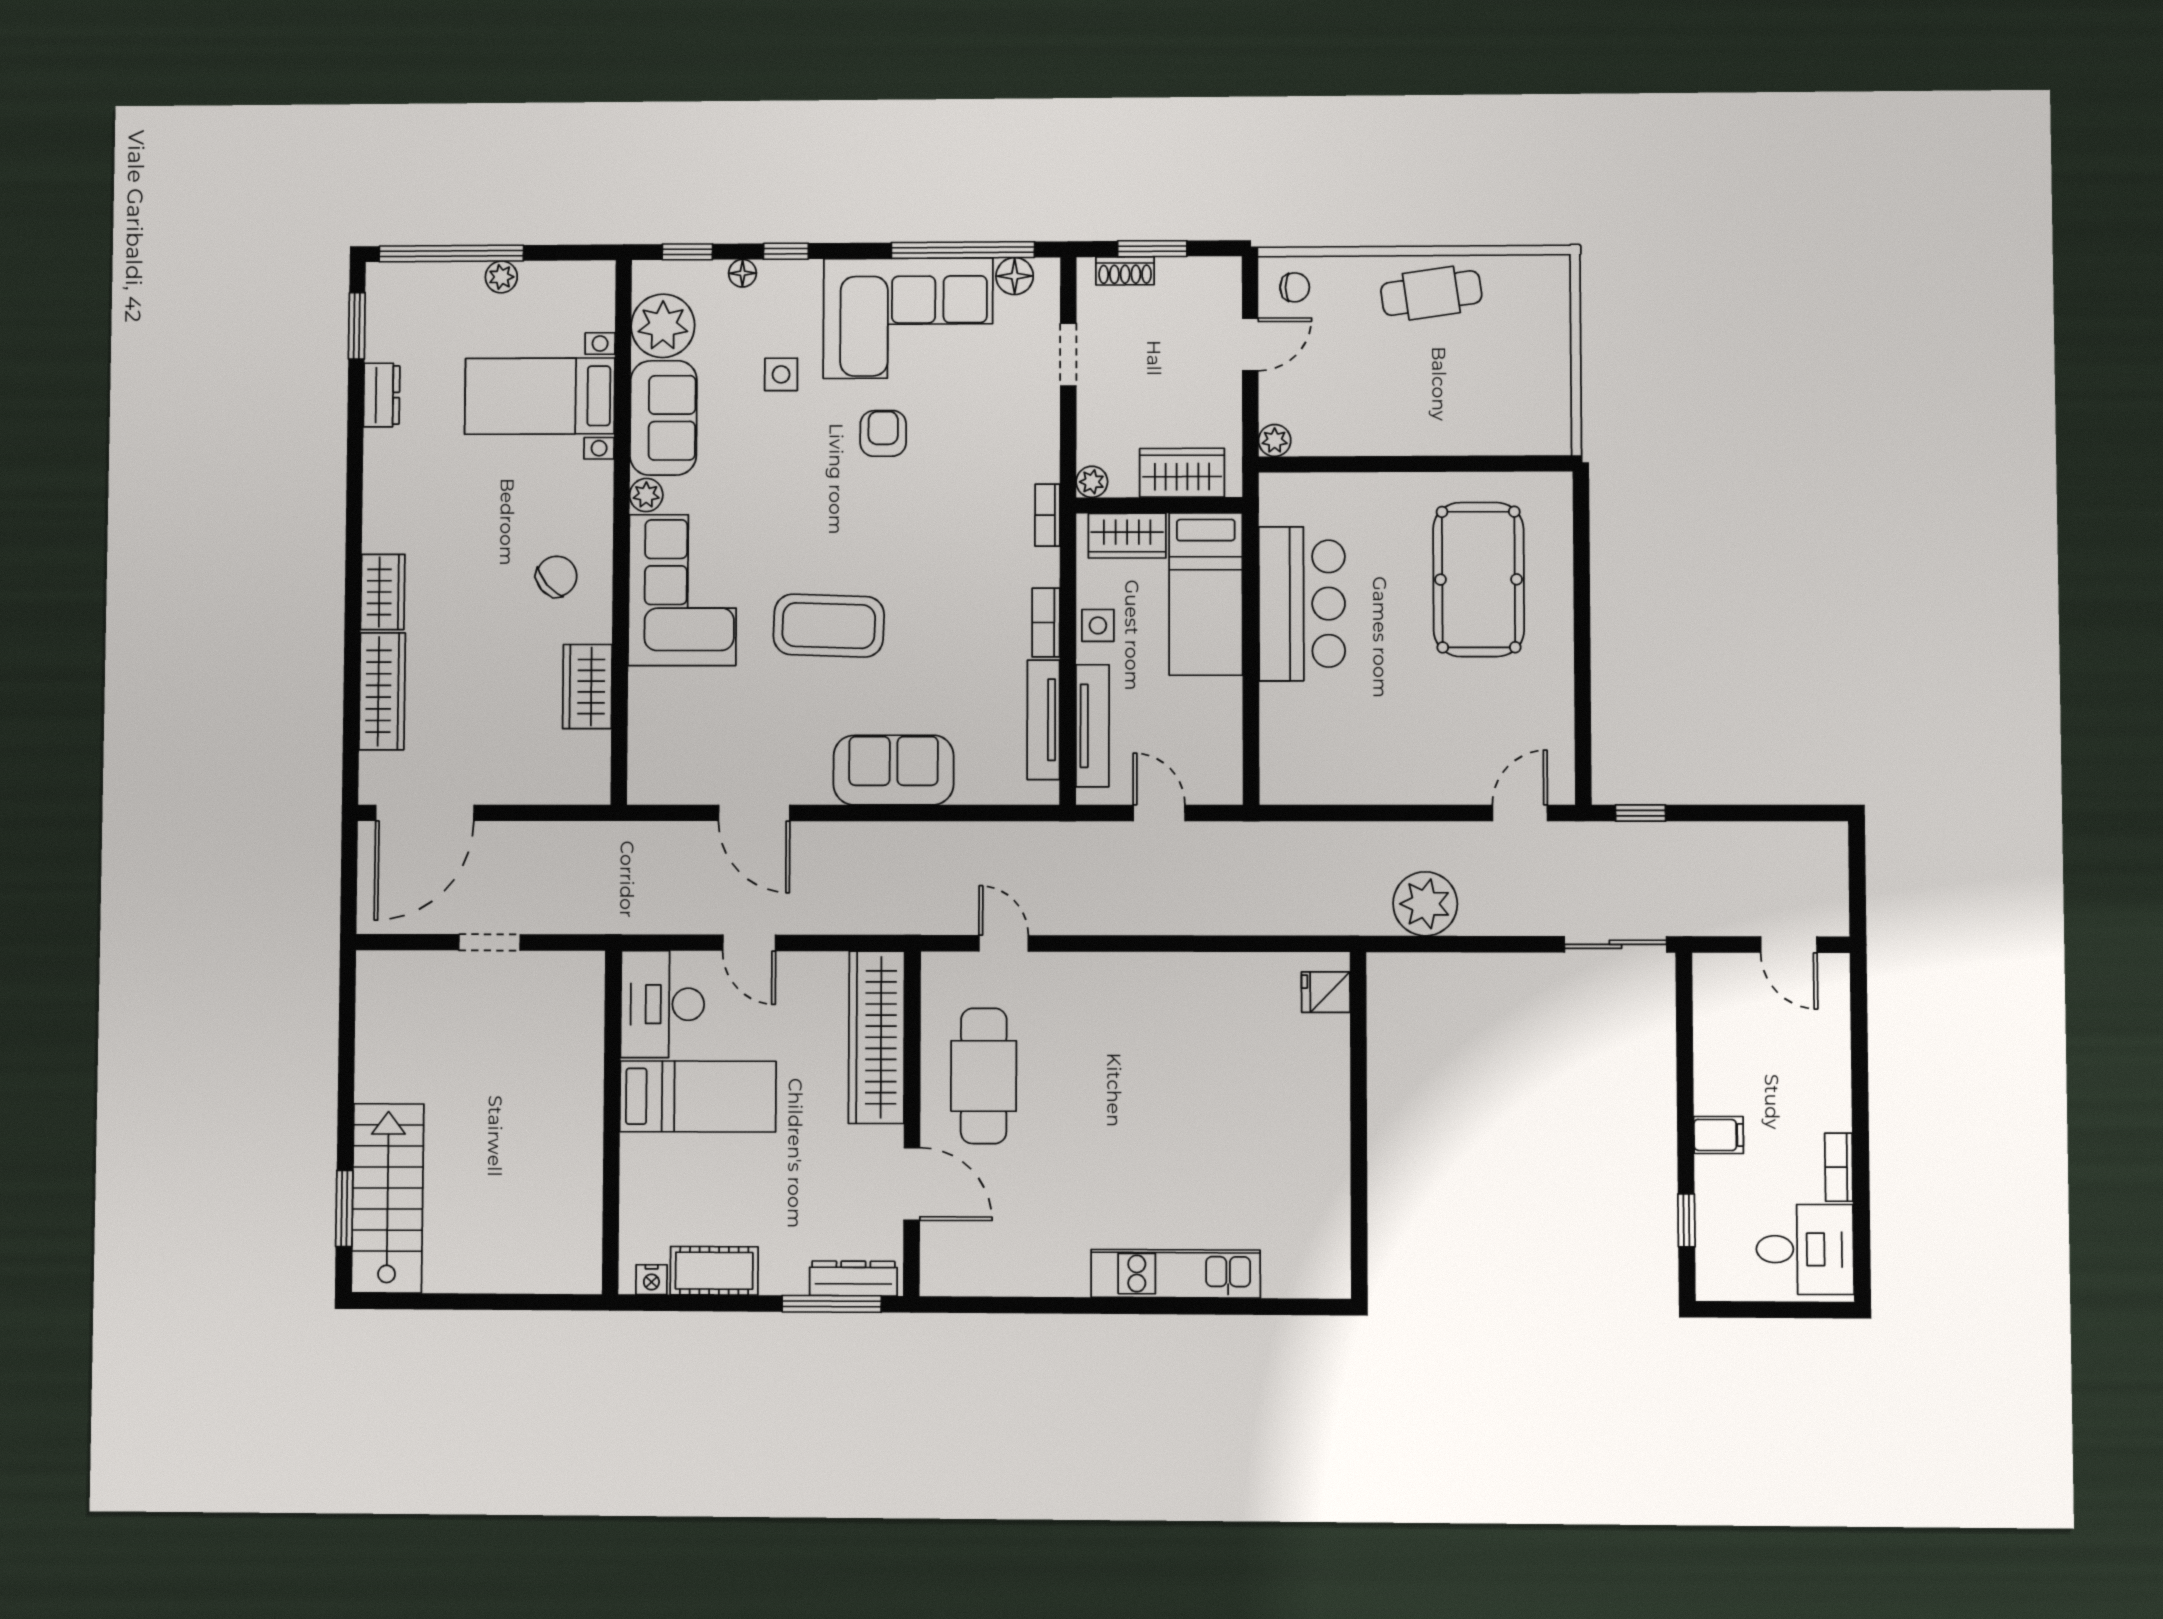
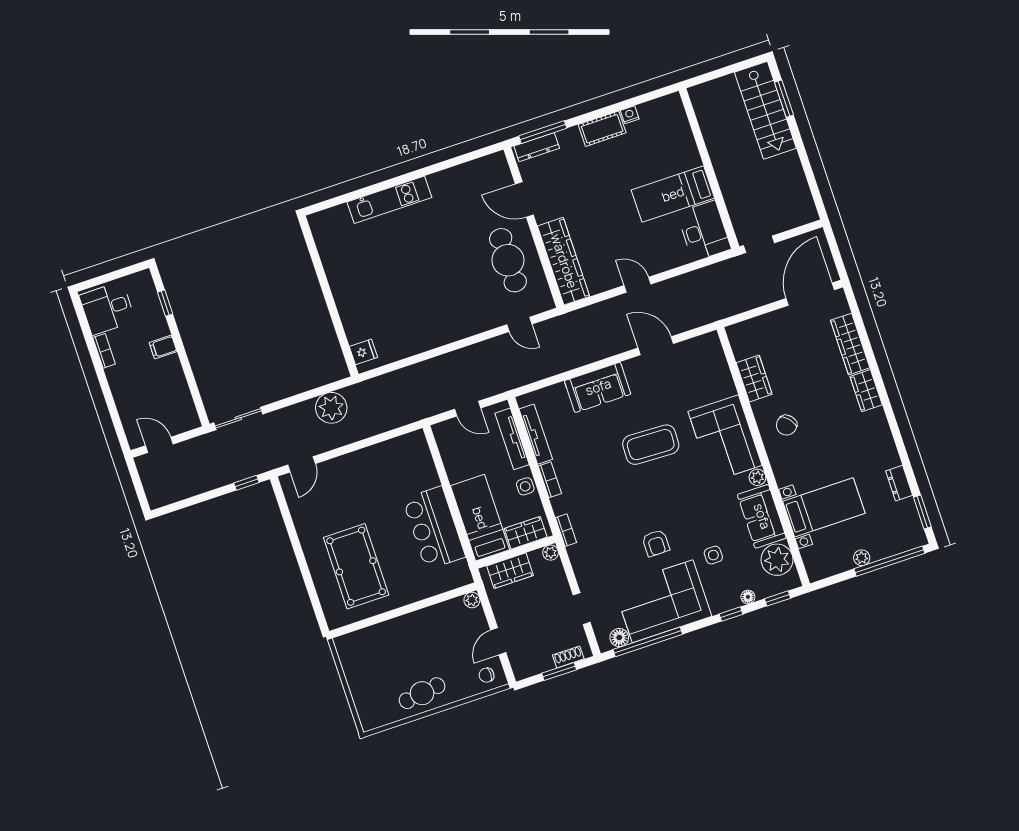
desk: (662, 1004) -> (704, 231), moved
bed: (698, 1096) -> (673, 194), moved
wall: (612, 1122) -> (709, 169), moved

